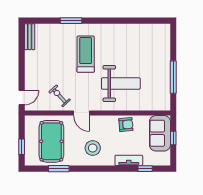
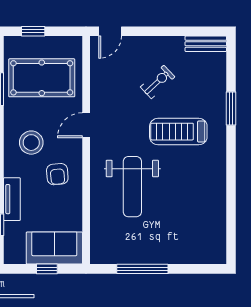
treadmill: (86, 54) -> (178, 132), turned 180
exercise bike: (60, 96) -> (158, 82), moved
door: (22, 98) -> (110, 31), hinge flipped
armchair: (126, 125) -> (57, 174), moved

